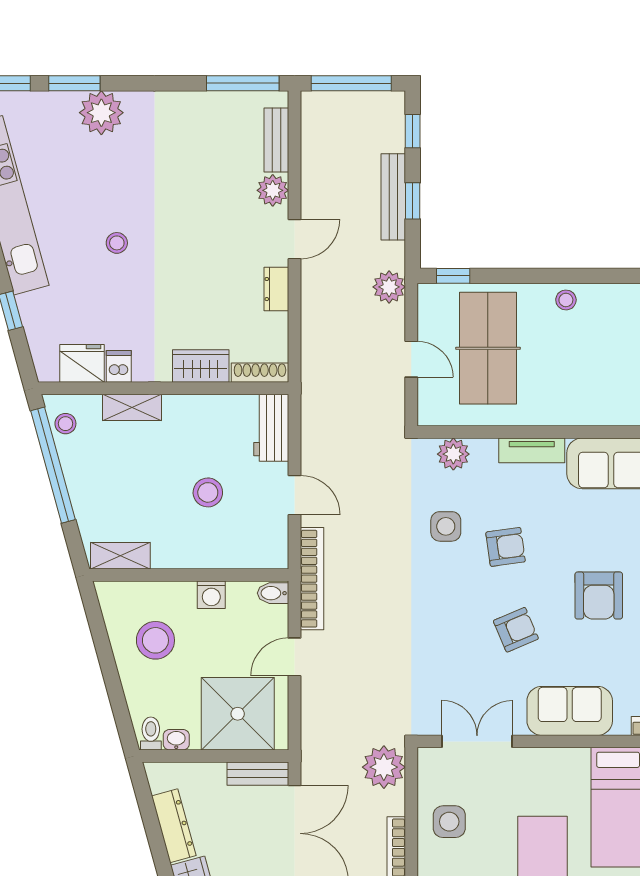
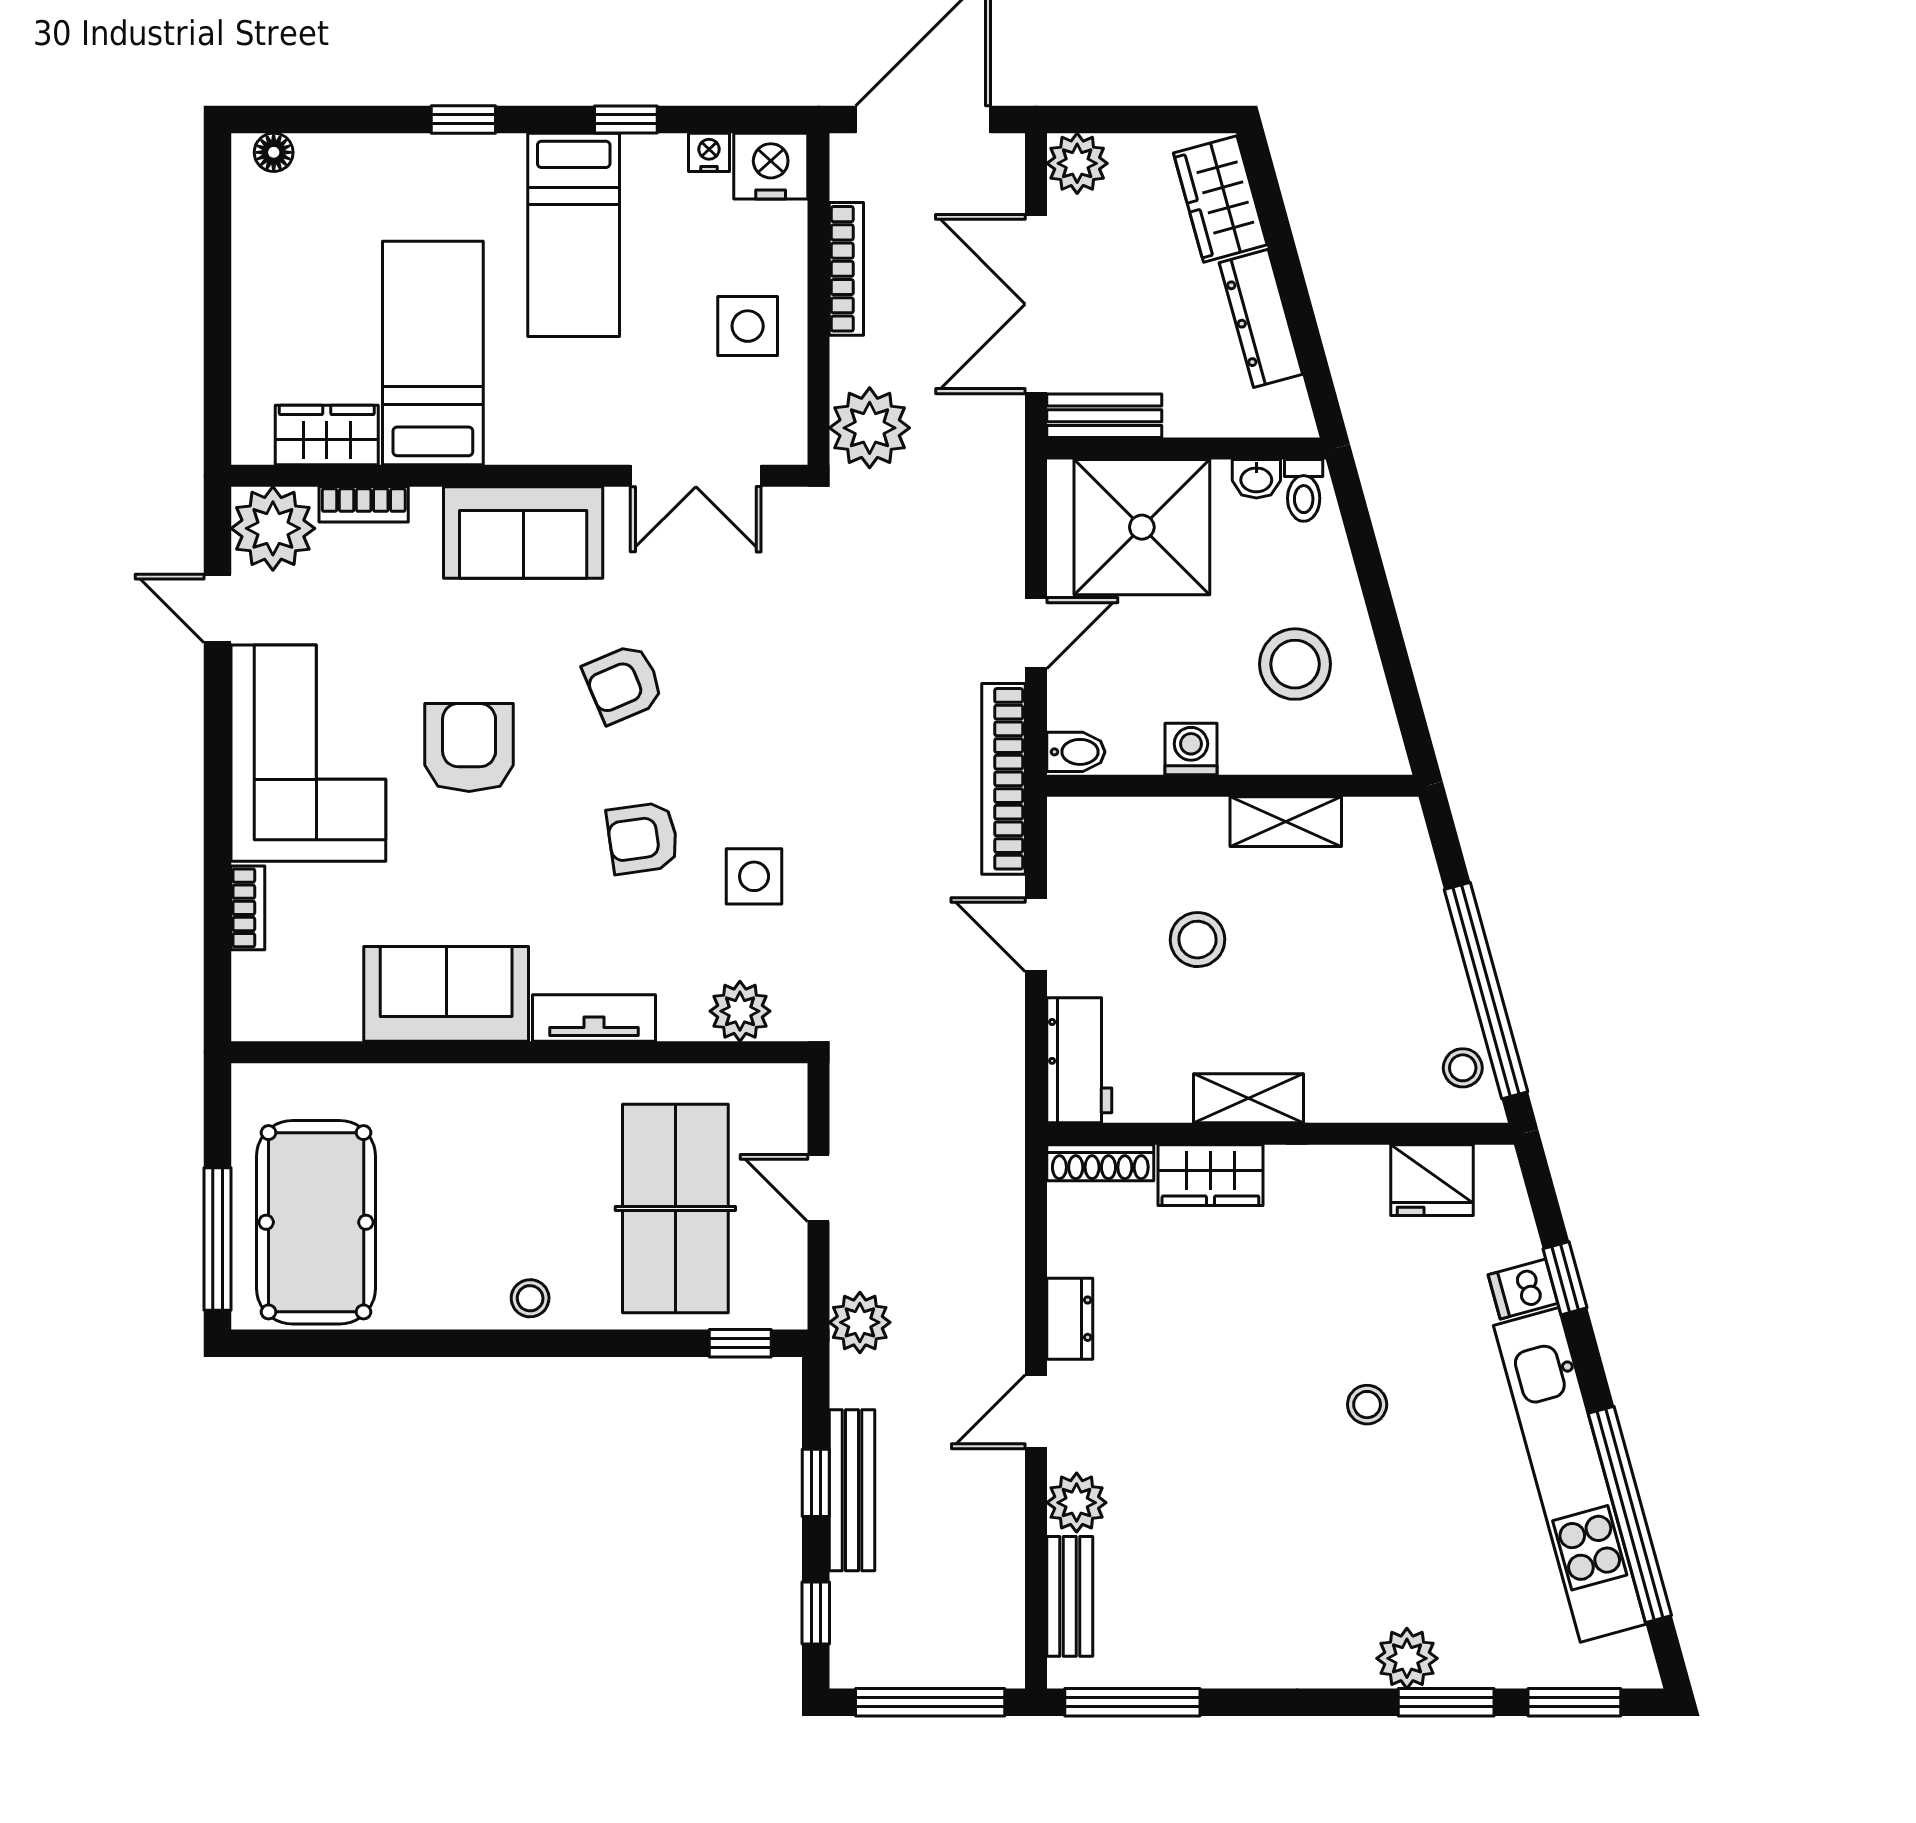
plant: (101, 113) -> (1407, 1658), width x0.73, depth x0.73
dishwasher: (119, 366) -> (1523, 1289), moved, turned 75
shelving: (132, 407) -> (1248, 1098), moved
shelving: (120, 556) -> (1286, 822), moved

